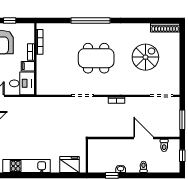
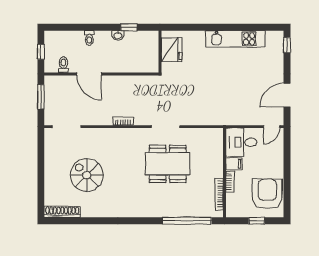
window: (91, 21) -> (187, 221), moved
spiral stairs: (145, 57) -> (87, 175), turned 90
dining table: (96, 58) -> (168, 164), moved
fridge: (69, 165) -> (171, 50), moved, turned -90

